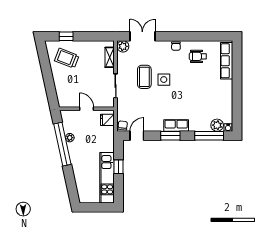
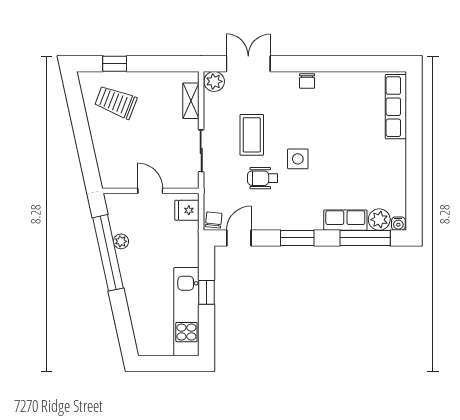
wheelchair: (198, 56) -> (263, 178), moved
side table: (164, 80) -> (298, 159), moved
row of seats: (176, 125) -> (345, 220), moved

